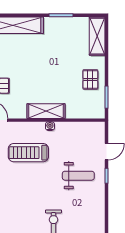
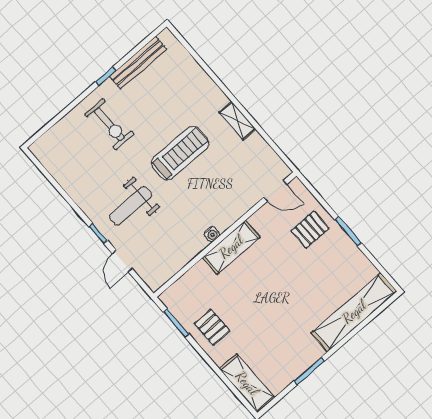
treadmill: (28, 153) -> (180, 153), moved

